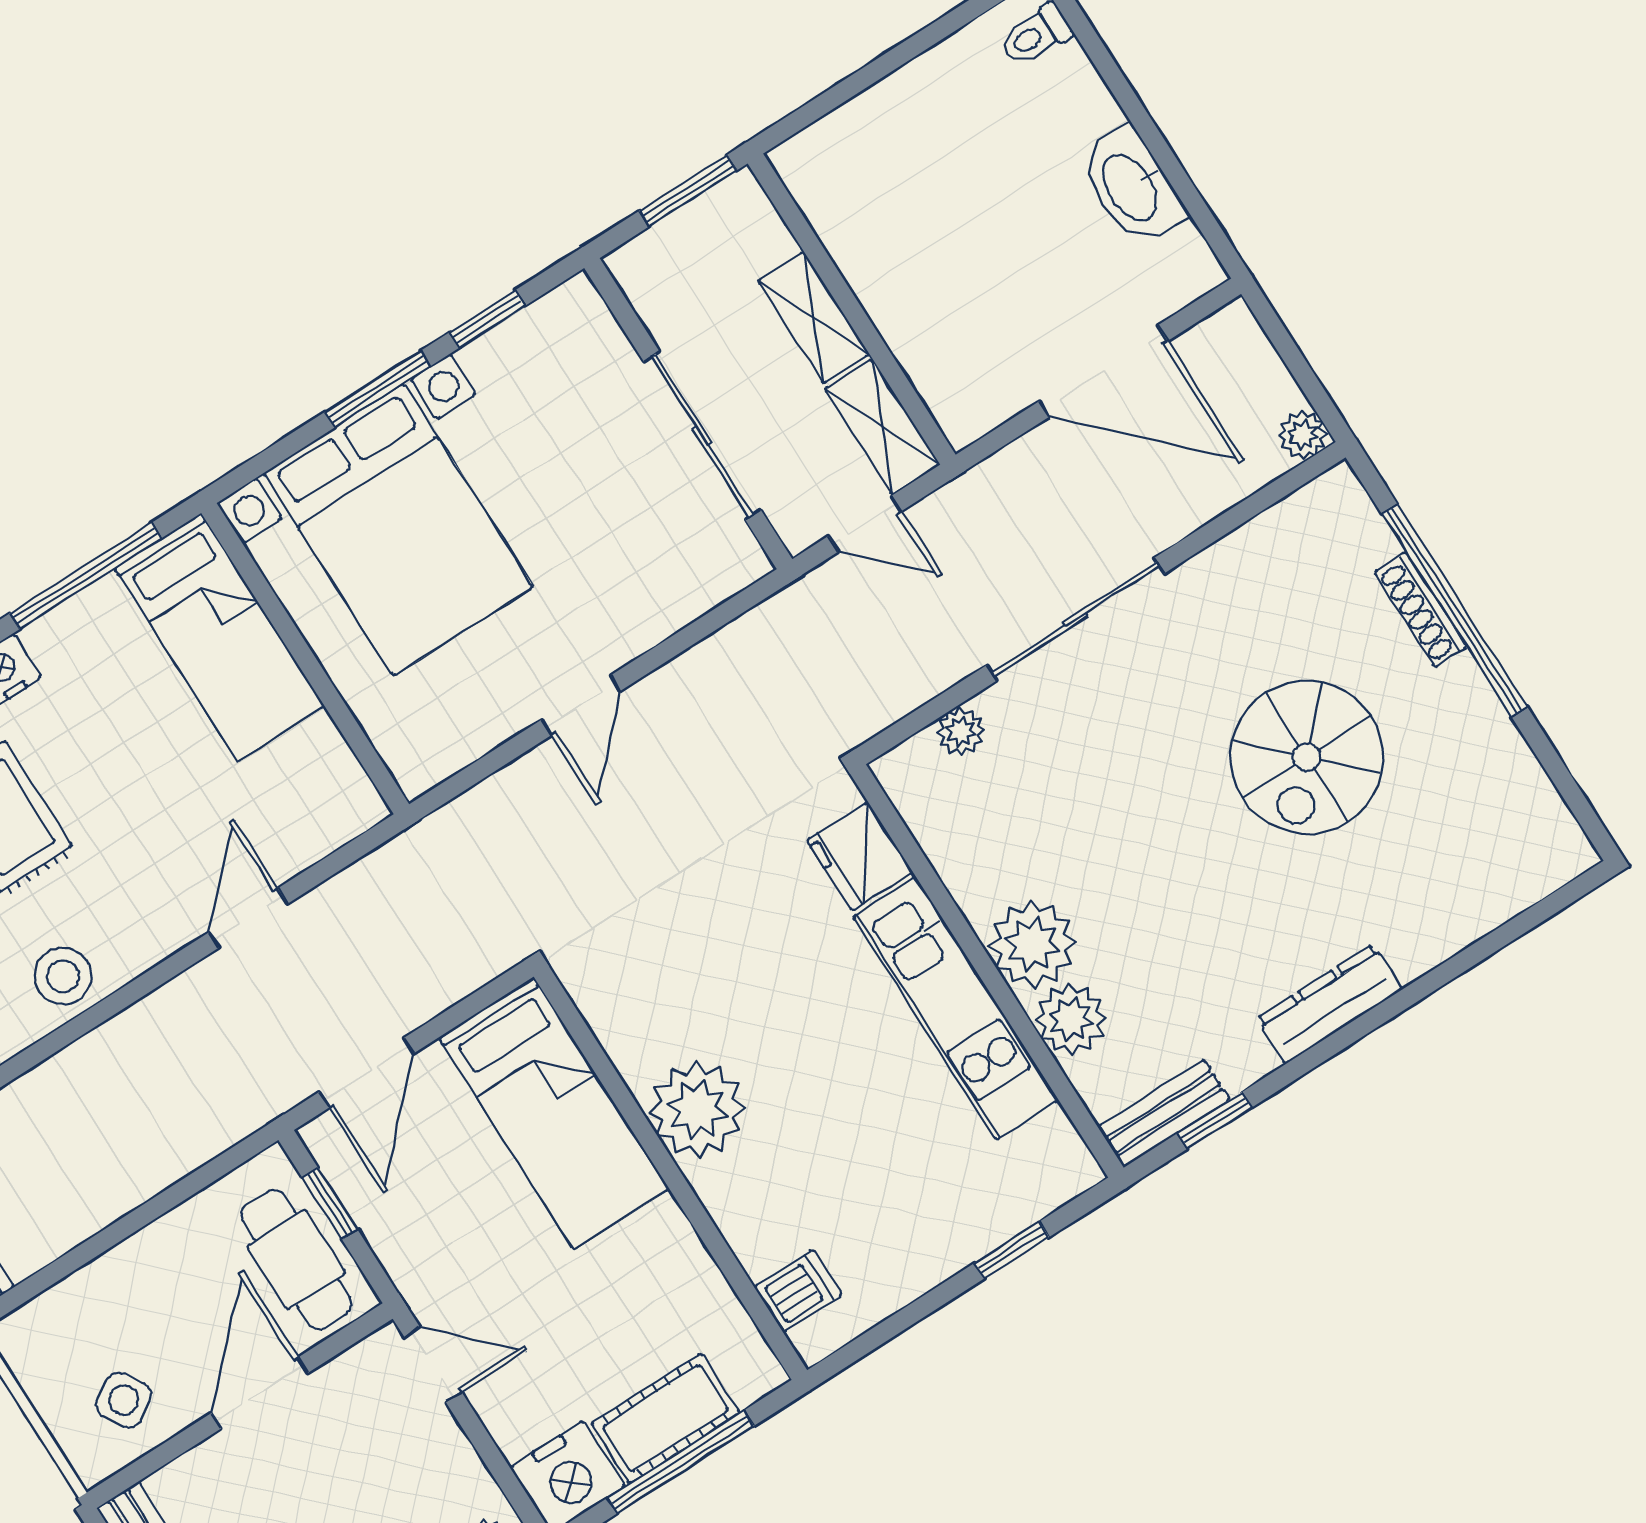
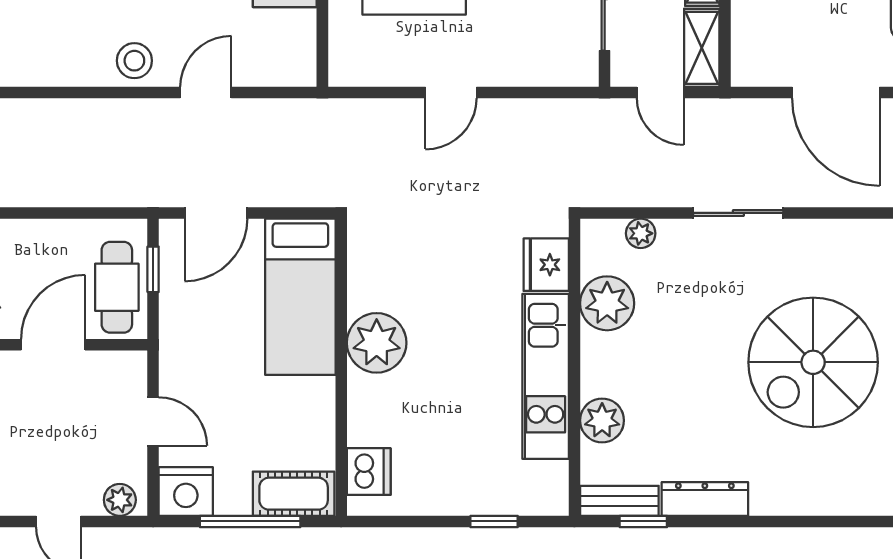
sliding door: (1076, 619) -> (738, 213), width x0.73
spiral stairs: (1307, 757) -> (813, 362), width x1.37, depth x1.37
plant: (1032, 944) -> (607, 303), moved
stool: (63, 976) -> (134, 61), moved
dresser: (1329, 1004) -> (705, 499), moved
dishwasher: (798, 1291) -> (369, 472), width x1.38
door: (433, 1365) -> (153, 421), moved
cot: (666, 1418) -> (294, 494), moved

